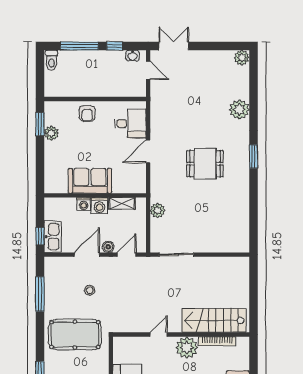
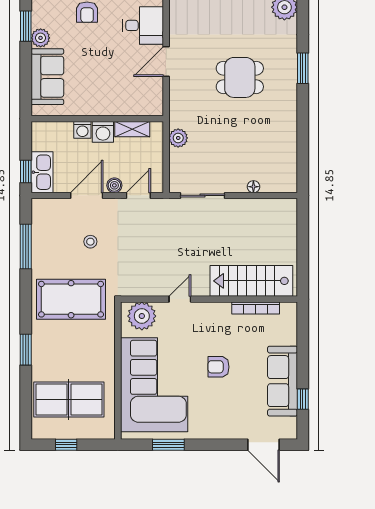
sofa: (90, 181) -> (47, 77), moved, turned 90
floor lamp: (215, 248) -> (253, 187), added
plant: (187, 348) -> (142, 316), moved

